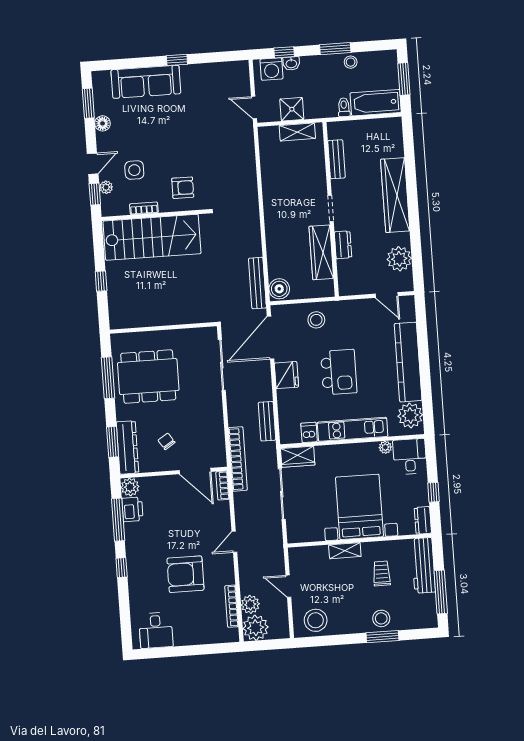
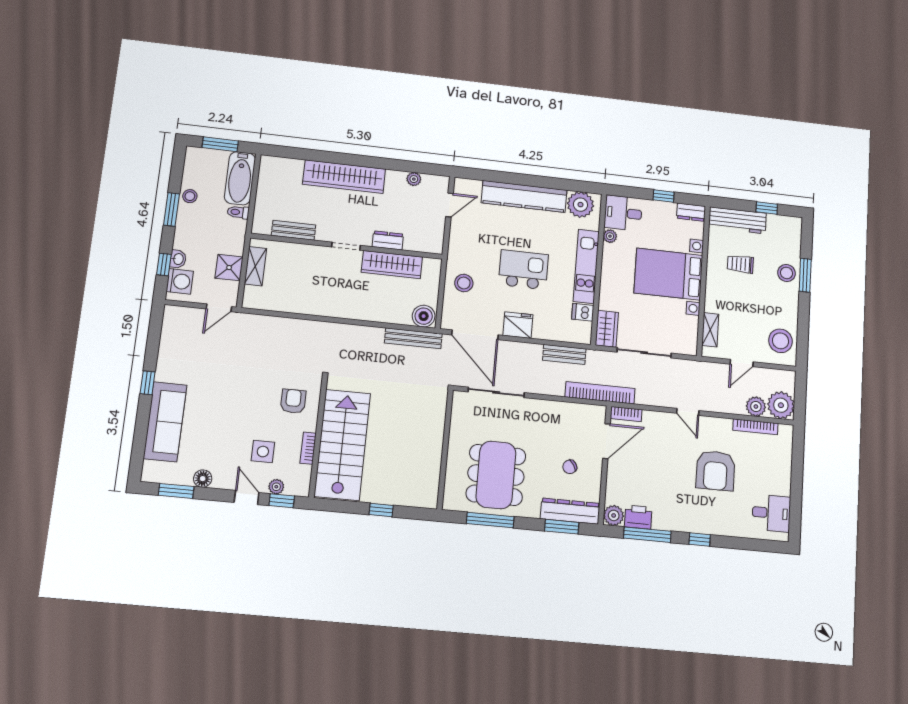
plant: (399, 259) -> (414, 179), width x0.53, depth x0.53
shelving: (345, 551) -> (710, 330), moved
window: (441, 592) -> (767, 208), width x0.46

